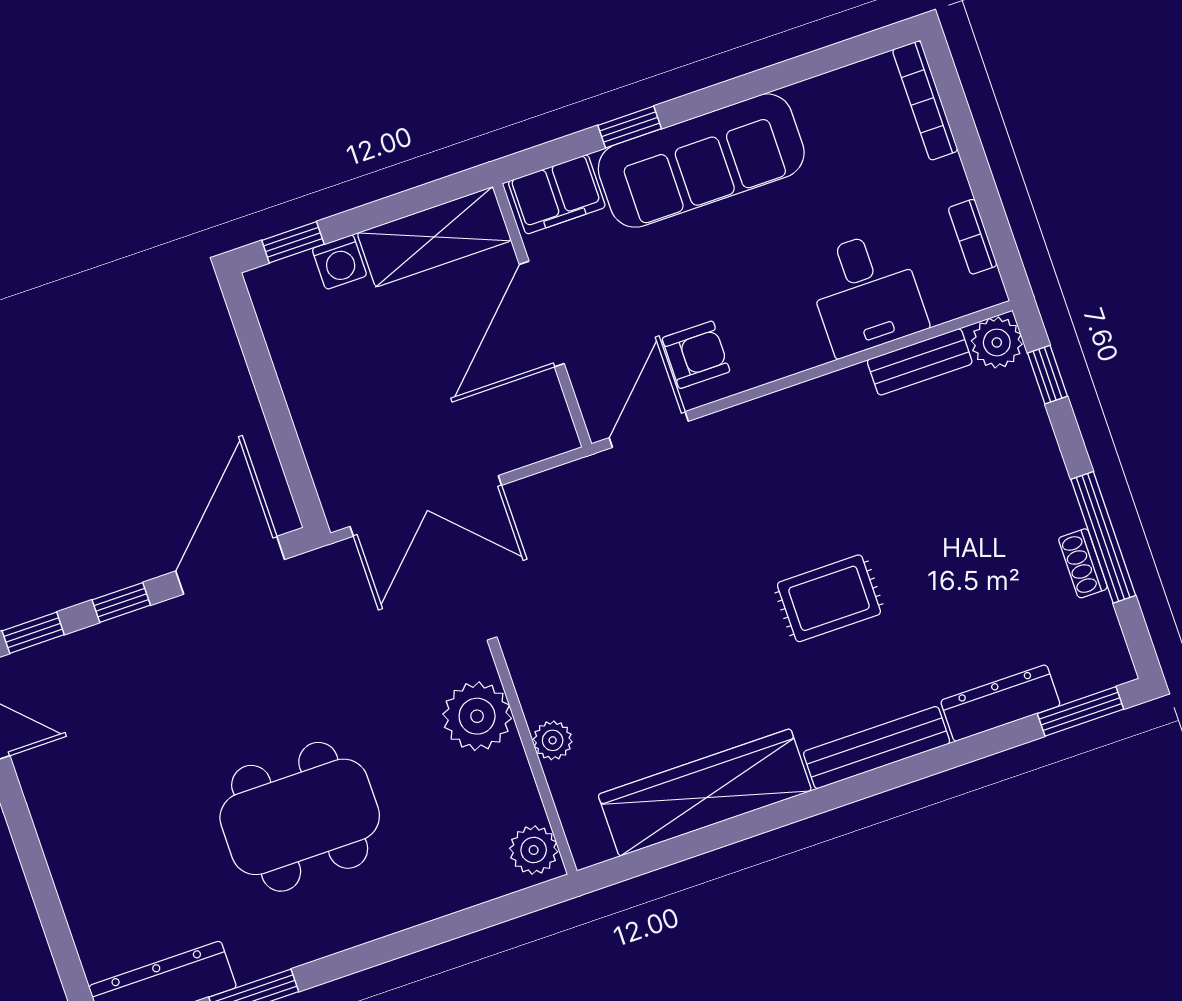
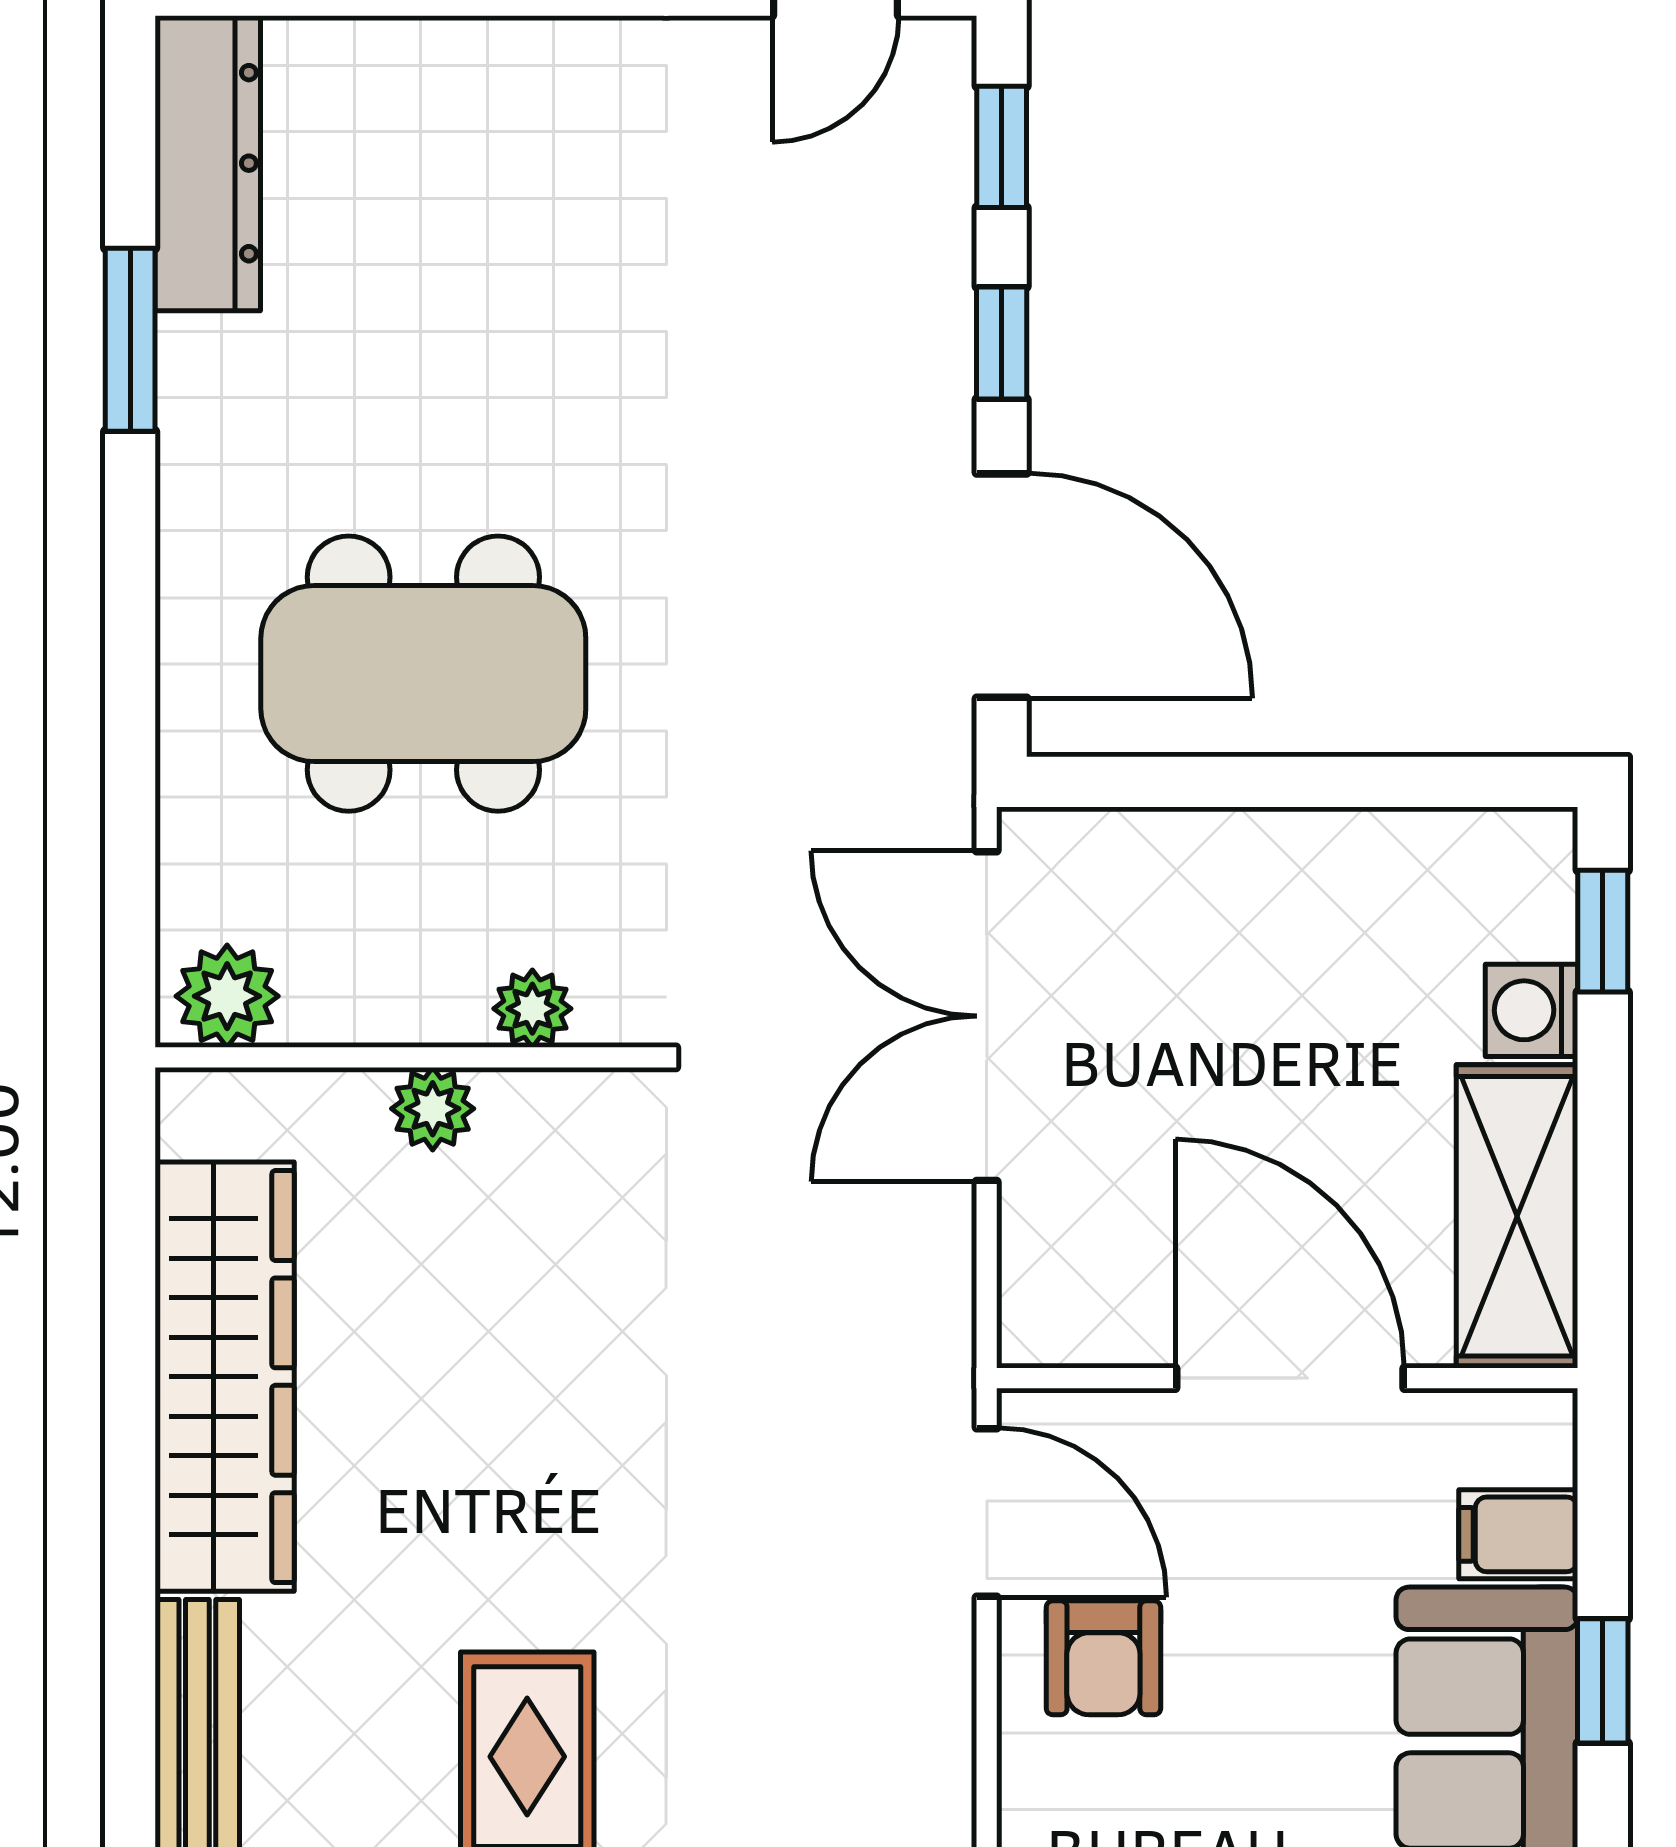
filing cabinet: (557, 194) -> (1518, 1534), width x0.50
plant: (477, 716) -> (532, 1009), width x0.53, depth x0.53
dining table: (300, 817) -> (423, 674), moved, turned 90

